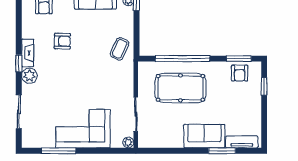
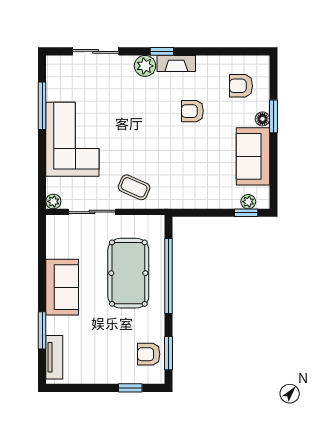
armchair: (62, 41) -> (192, 111), turned 89
coffee table: (120, 49) -> (134, 187), moved
sofa: (204, 136) -> (62, 287), moved

